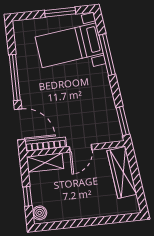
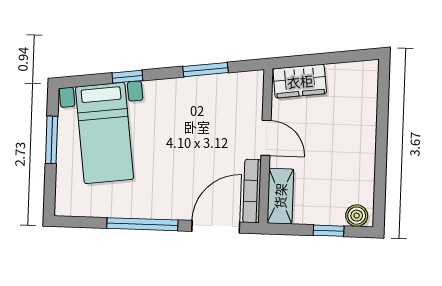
window: (107, 55) -> (127, 77), width x0.46
window: (123, 121) -> (205, 70), moved
wardrobe: (122, 172) -> (300, 81), width x0.67

